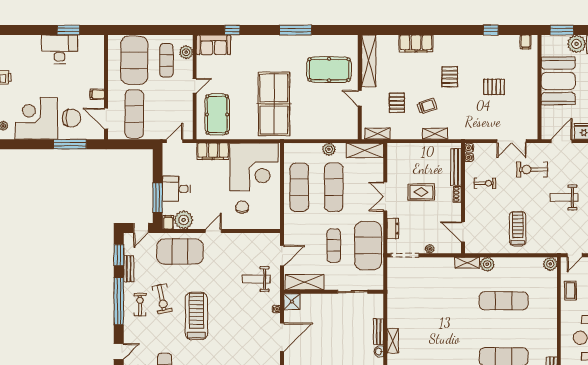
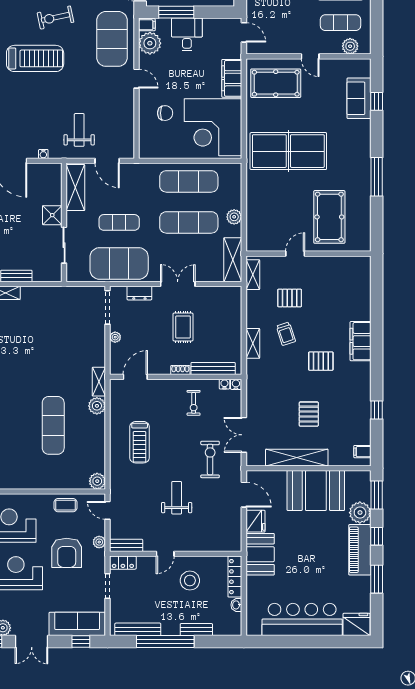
filing cabinet: (416, 44) -> (360, 341), moved
sofa: (214, 45) -> (359, 98), moved
shelving: (369, 61) -> (297, 458), moved
treadmill: (518, 229) -> (140, 442), turned 90
shower: (292, 302) -> (52, 215), moved

